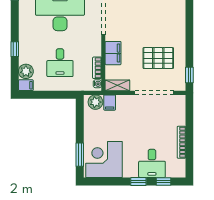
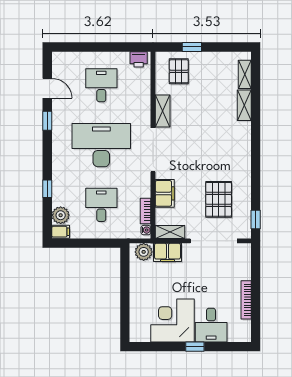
pallet: (158, 58) -> (219, 199), turned 90
desk: (60, 63) -> (101, 205), turned 180
filing cabinet: (110, 103) -> (167, 252), width x2.00
window: (80, 155) -> (125, 315), removed
corner desk: (104, 159) -> (172, 320), moved
window: (163, 181) -> (225, 347), removed

